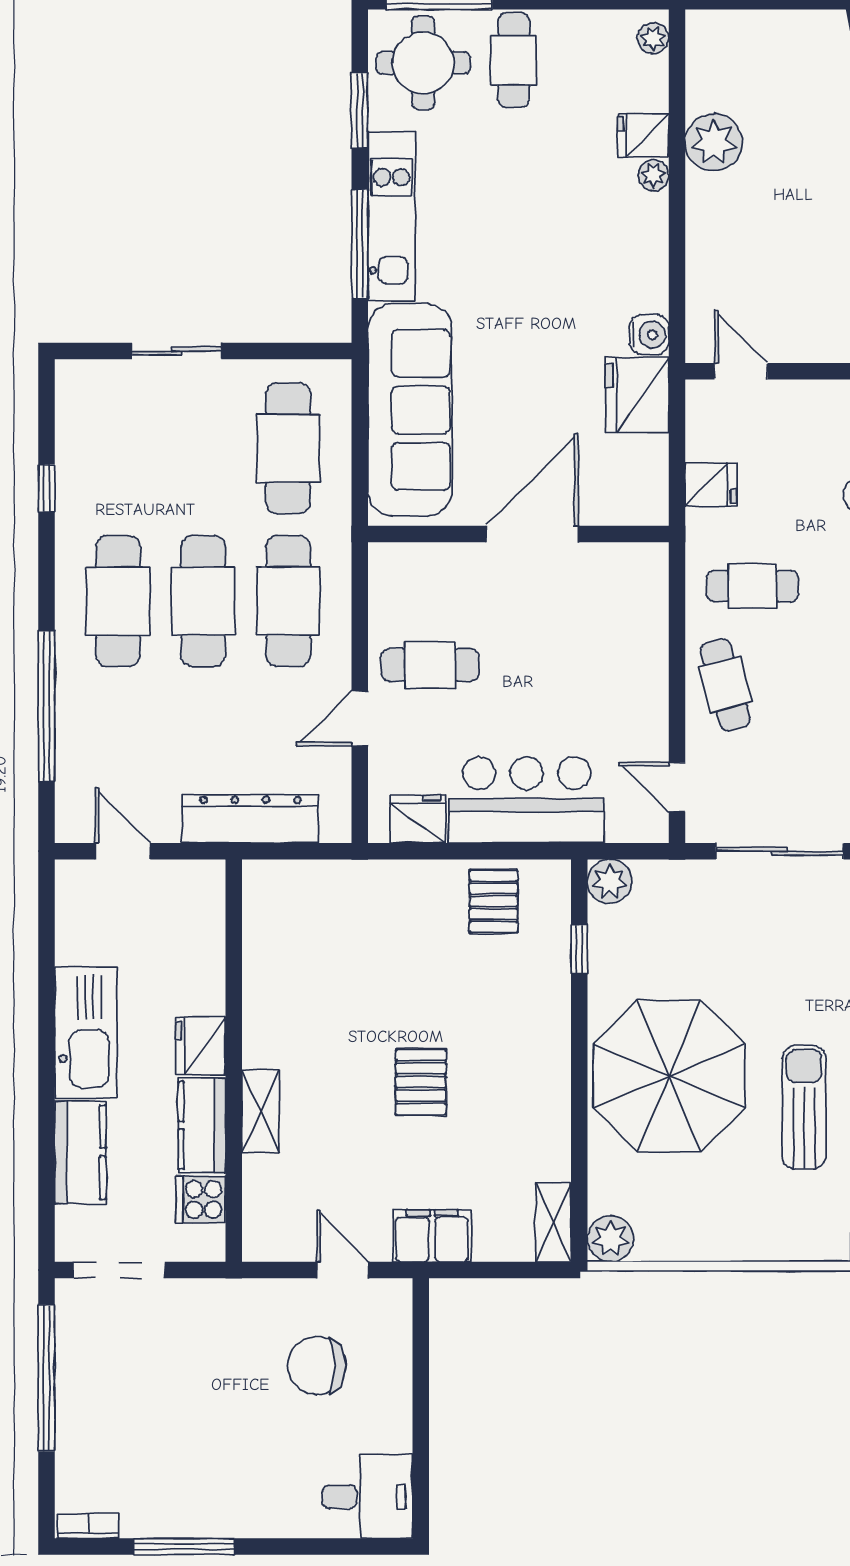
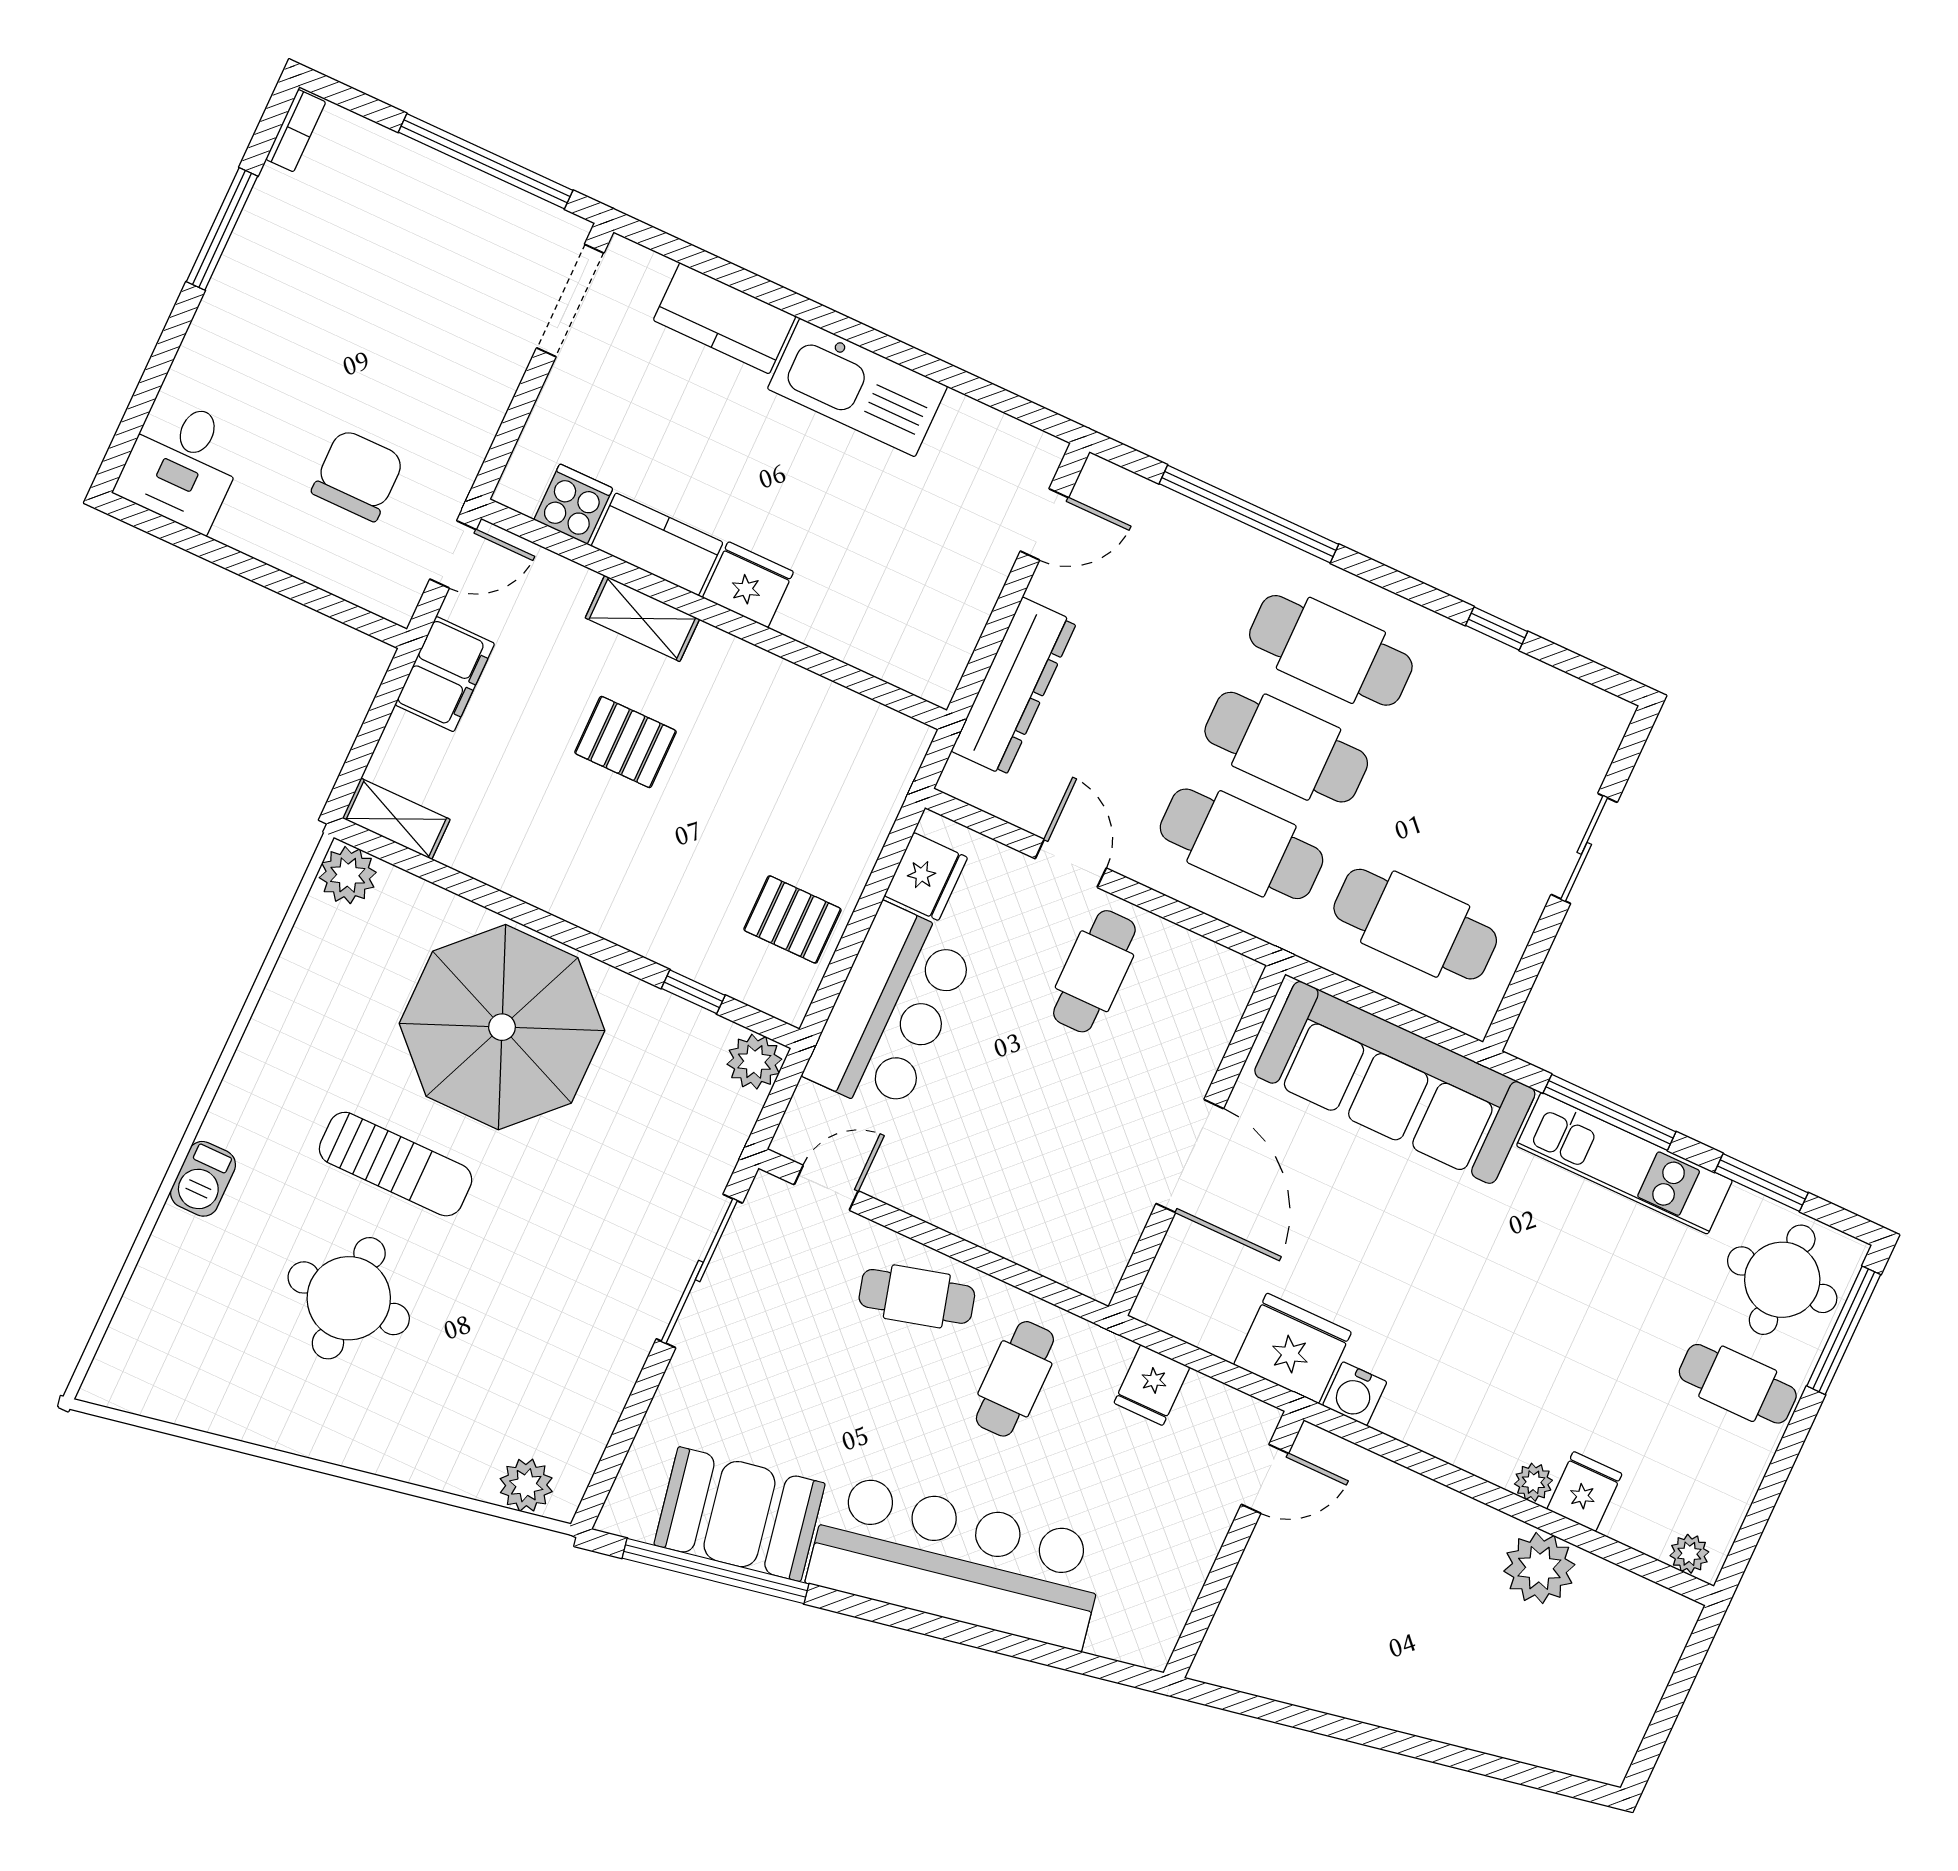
fridge: (201, 1046) -> (748, 585), moved
wall: (234, 1061) -> (714, 614), moved
shelving: (261, 1111) -> (642, 618), moved
kitchen counter: (202, 1125) -> (657, 544), moved
cooker: (201, 1200) -> (573, 504), moved

